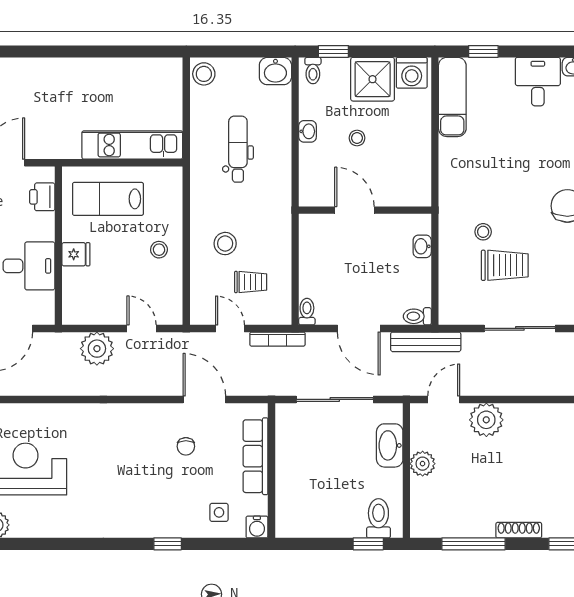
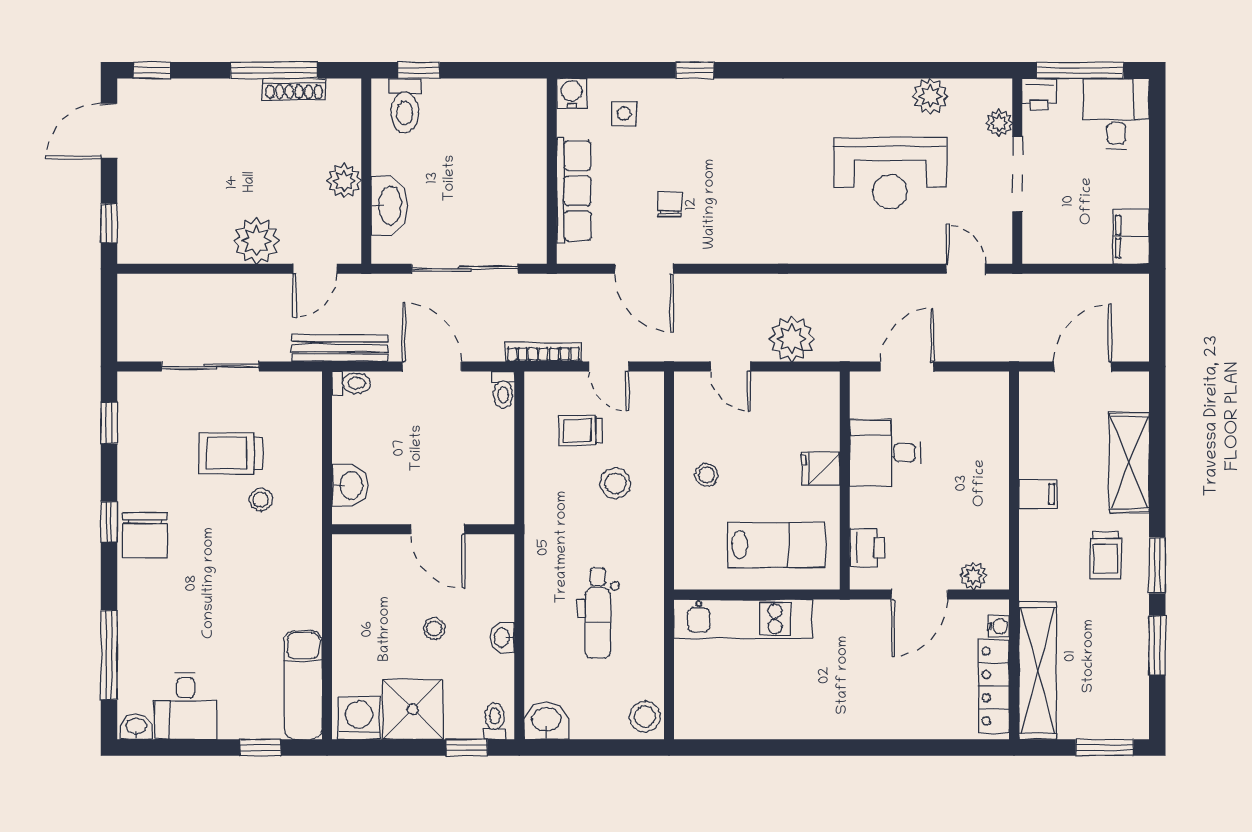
washbasin: (422, 246) -> (350, 485), width x1.38, depth x1.45
shoe rack: (519, 530) -> (294, 89), moved

